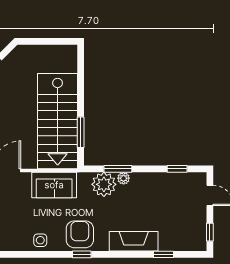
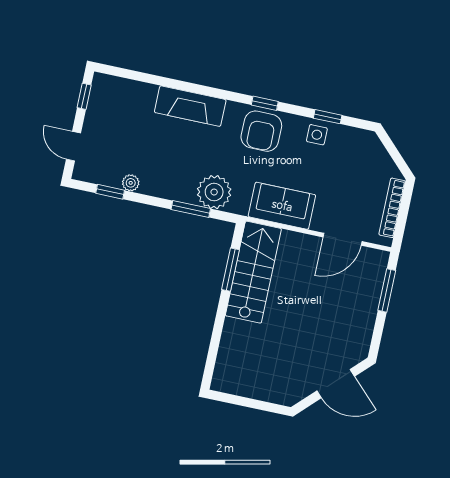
stairs: (58, 121) -> (253, 272), width x0.73, depth x0.66
plant: (124, 178) -> (131, 183), moved
window: (163, 254) -> (328, 117), moved

